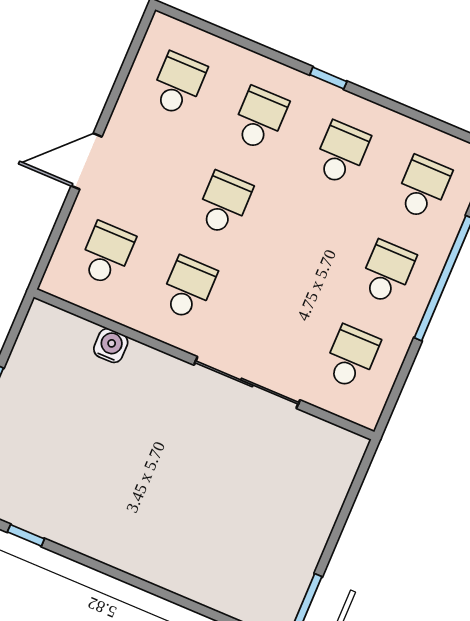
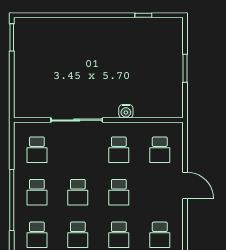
door: (86, 161) -> (185, 185), hinge flipped
school desk: (306, 238) -> (78, 192), added
water cooler: (111, 346) -> (126, 111), moved

